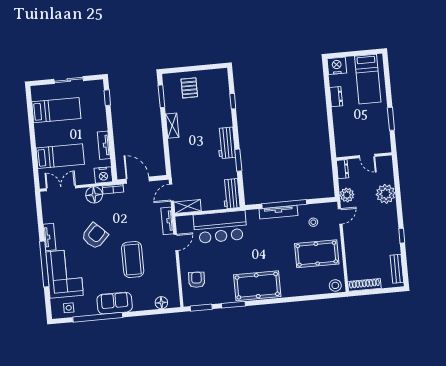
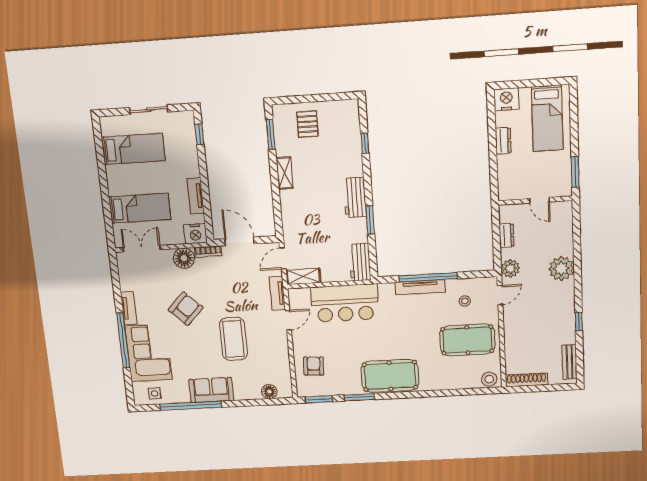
wall: (364, 156) -> (535, 201), moved
door: (367, 156) -> (539, 200), moved

